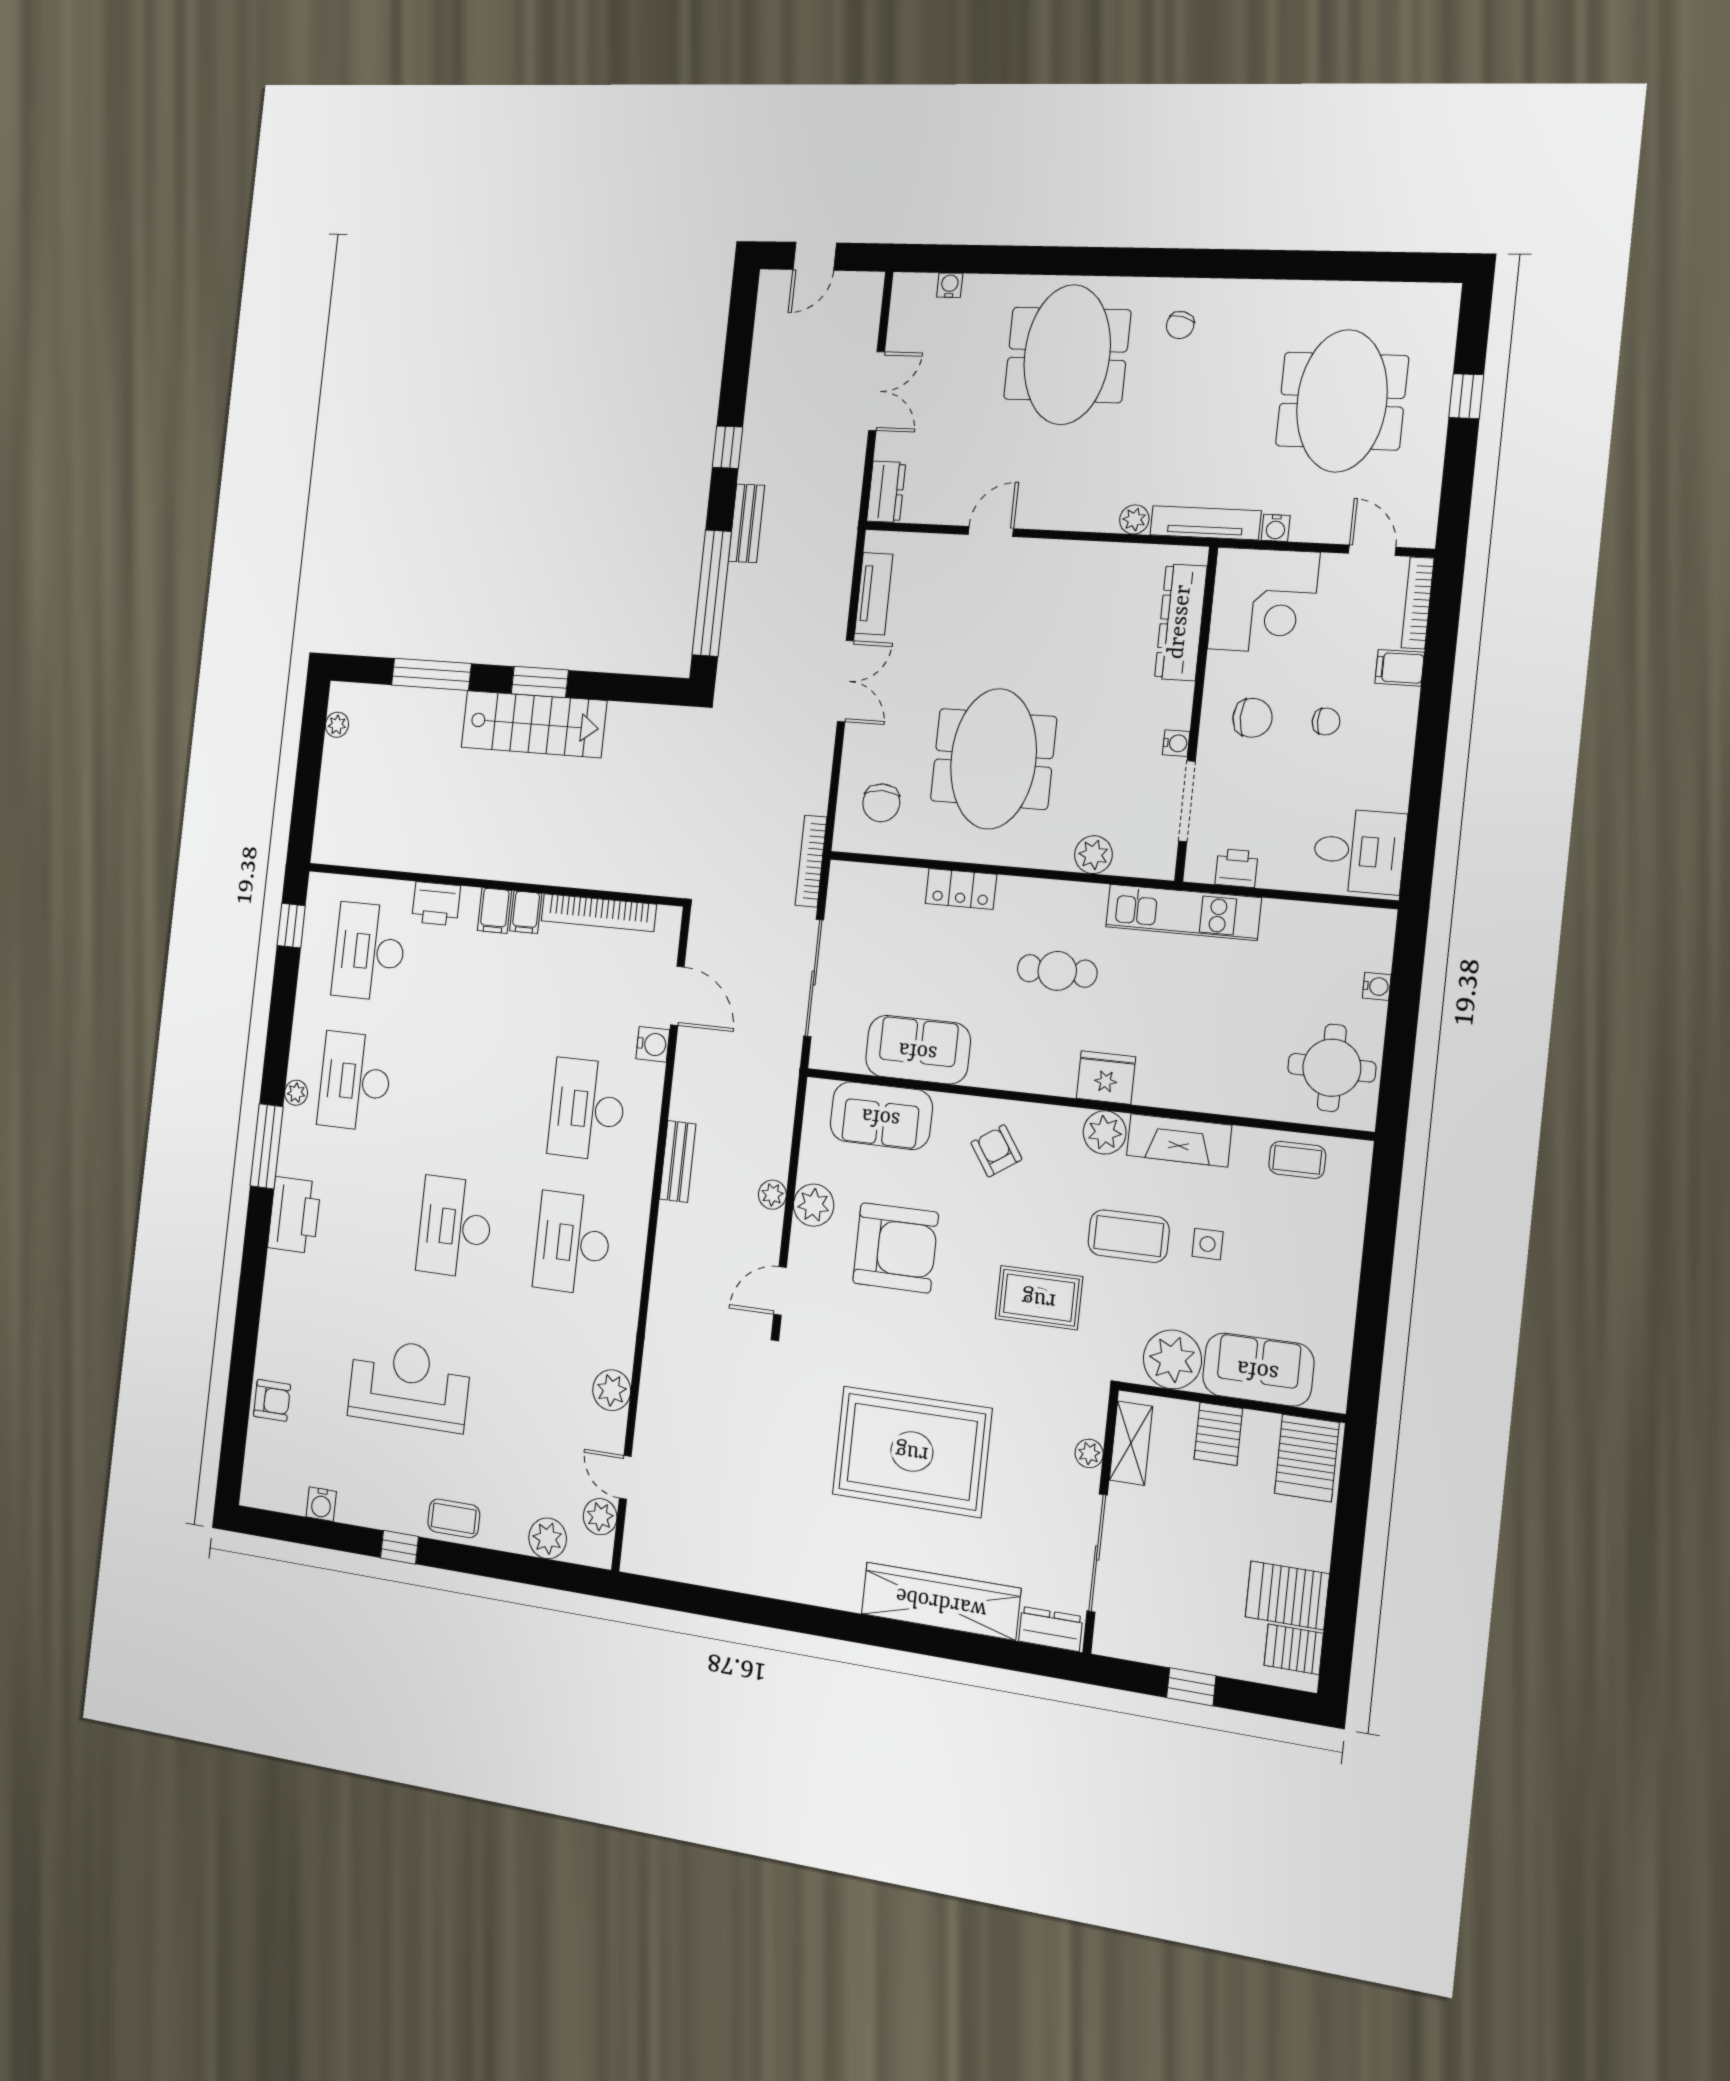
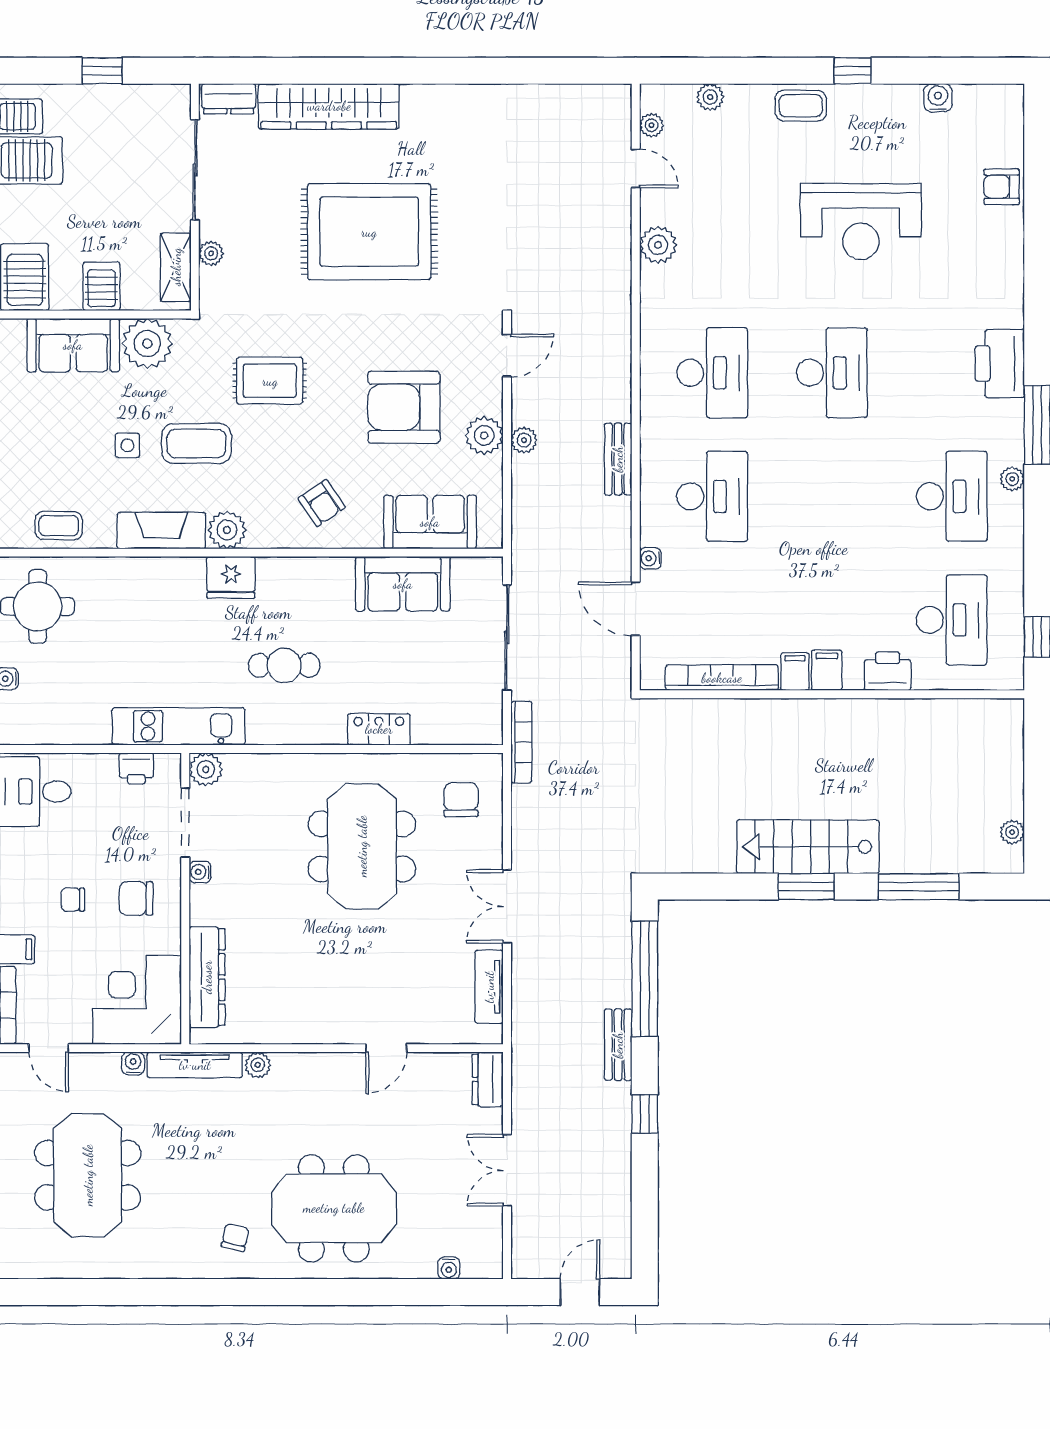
meeting table: (1067, 355) -> (334, 1208), turned 90
plant: (1093, 855) -> (206, 769), moved
water cooler: (653, 1044) -> (650, 558), width x0.72, depth x0.72
plant: (600, 1517) -> (651, 125), width x0.73, depth x0.73
plant: (548, 1538) -> (710, 97), width x0.73, depth x0.73

